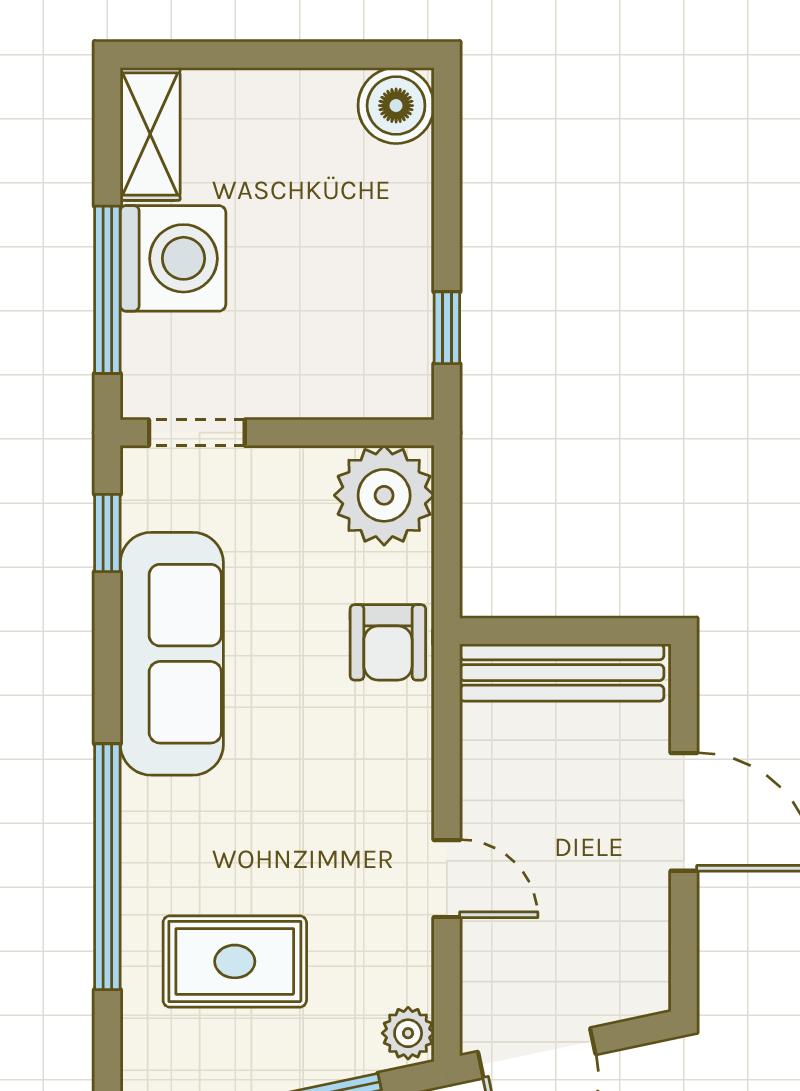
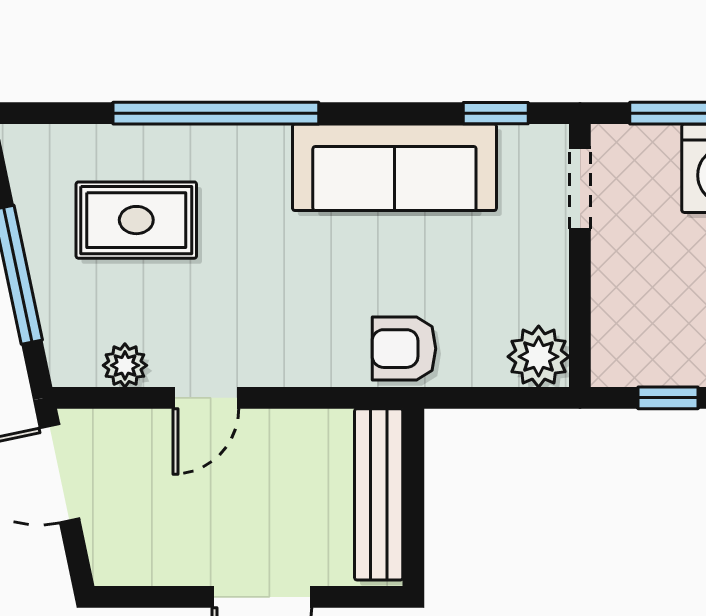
plant: (384, 495) -> (539, 357), width x0.73, depth x0.73
rug: (235, 961) -> (136, 220), turned 90
plant: (408, 1033) -> (125, 365), moved

